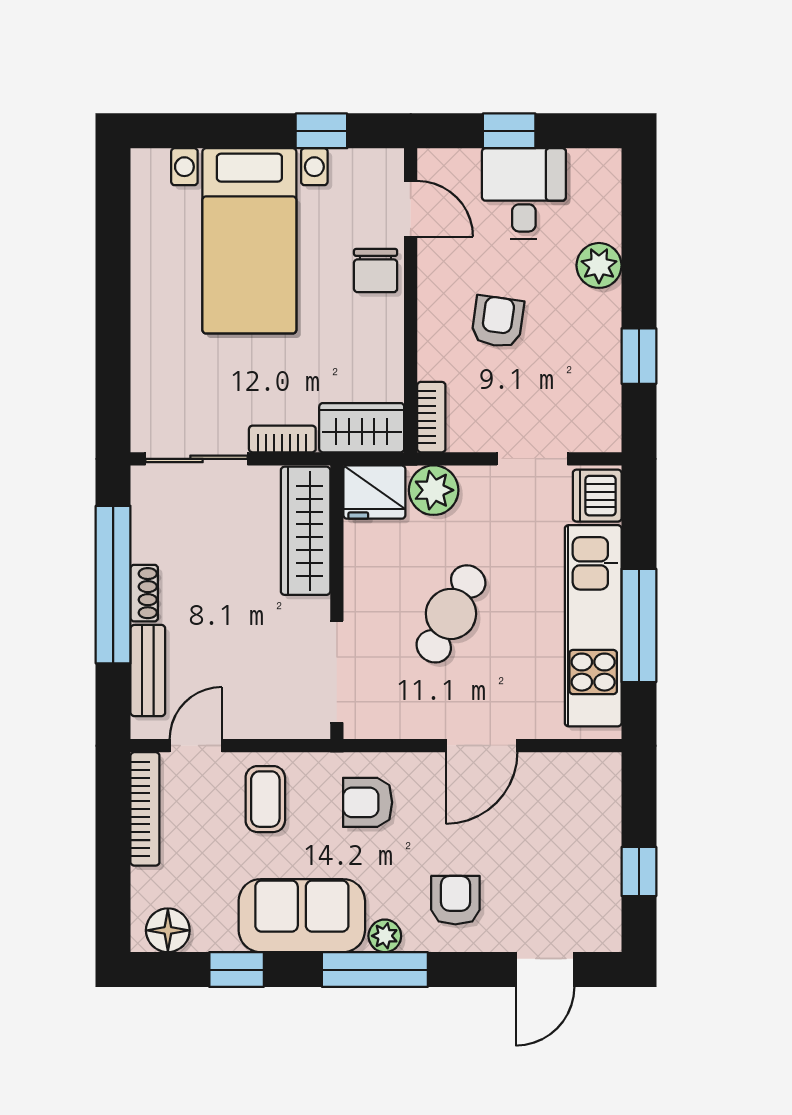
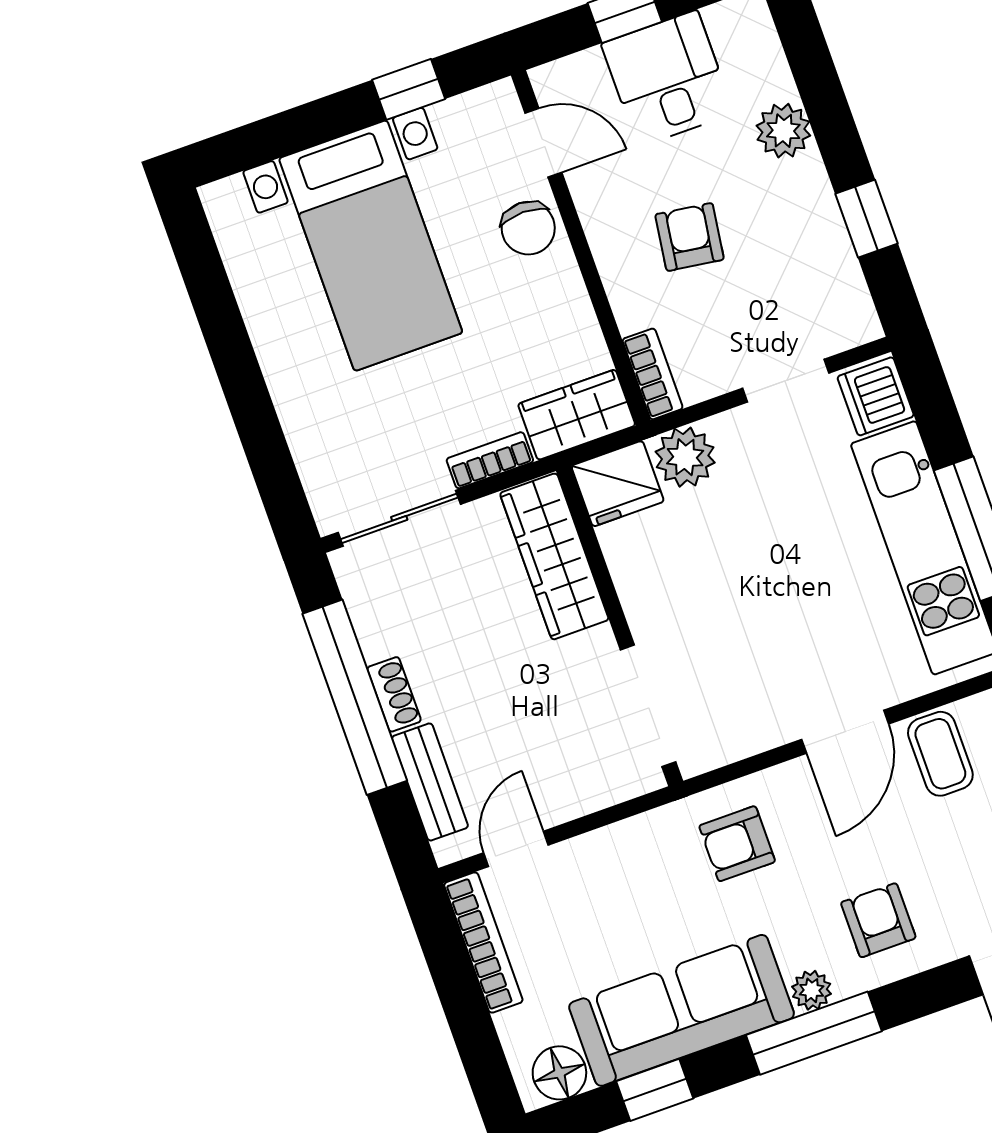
cafe table: (451, 614) -> (756, 593), removed
coffee table: (265, 799) -> (940, 754), moved
sofa: (302, 916) -> (682, 1010), width x1.36

